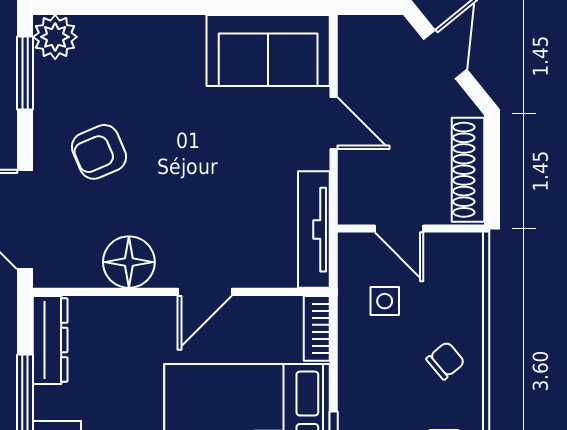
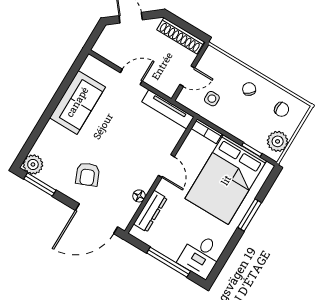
sofa: (268, 50) -> (77, 102), moved
floor lamp: (129, 262) -> (139, 196), width x0.53, depth x0.53
dresser: (50, 340) -> (150, 211), moved, turned 90

